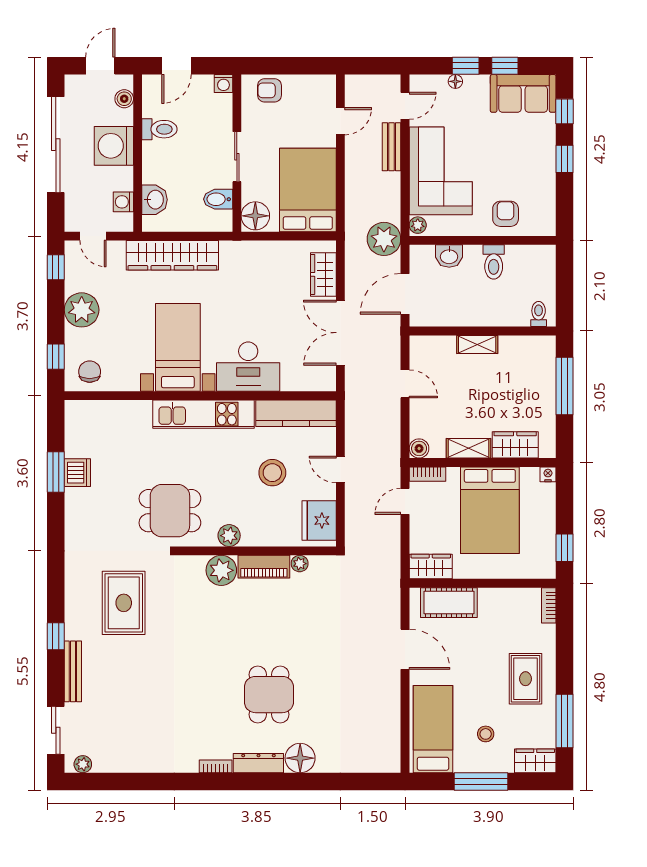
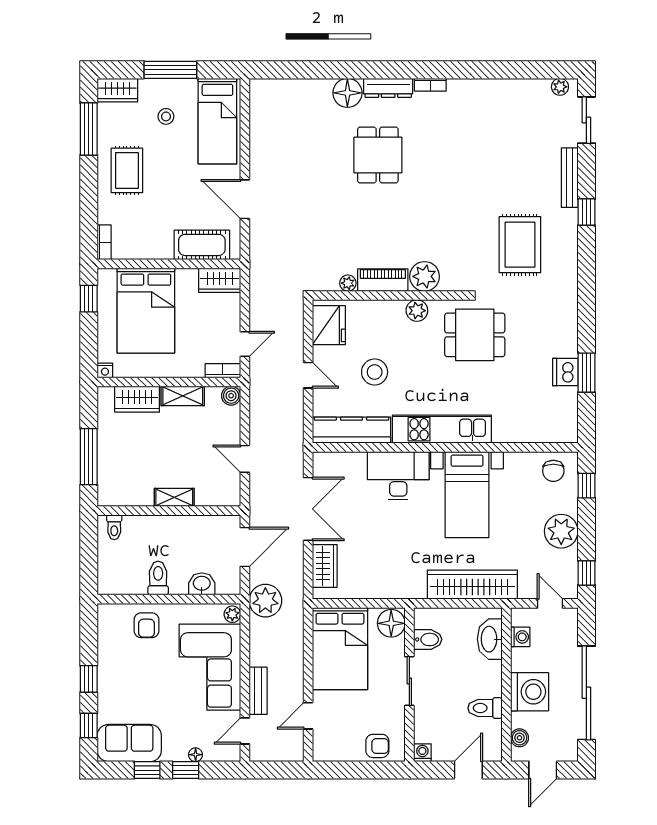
washbasin: (155, 200) -> (490, 639), width x1.38
bed: (490, 510) -> (146, 311), moved, turned 180

